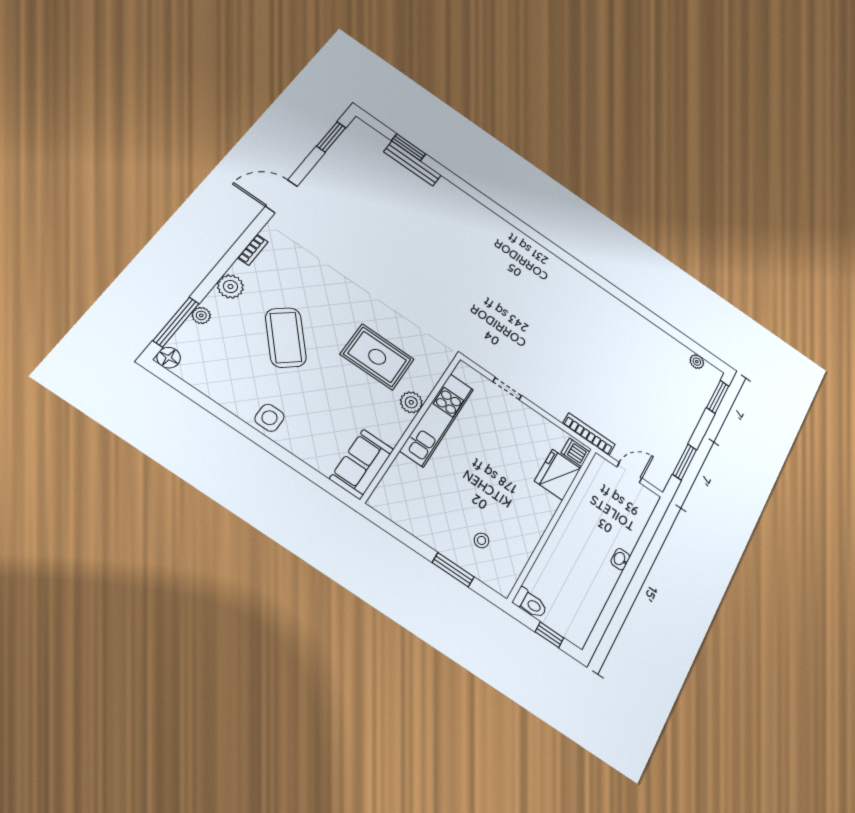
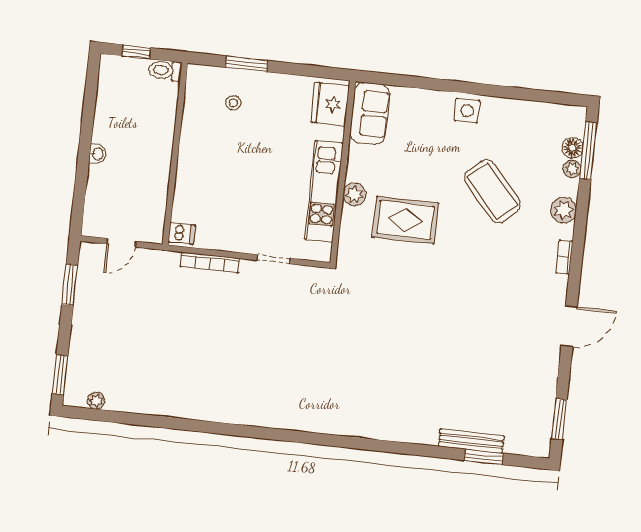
floor lamp: (169, 358) -> (573, 148), moved
bookcase: (589, 434) -> (210, 262), moved
fridge: (558, 475) -> (330, 104), moved, turned 180

